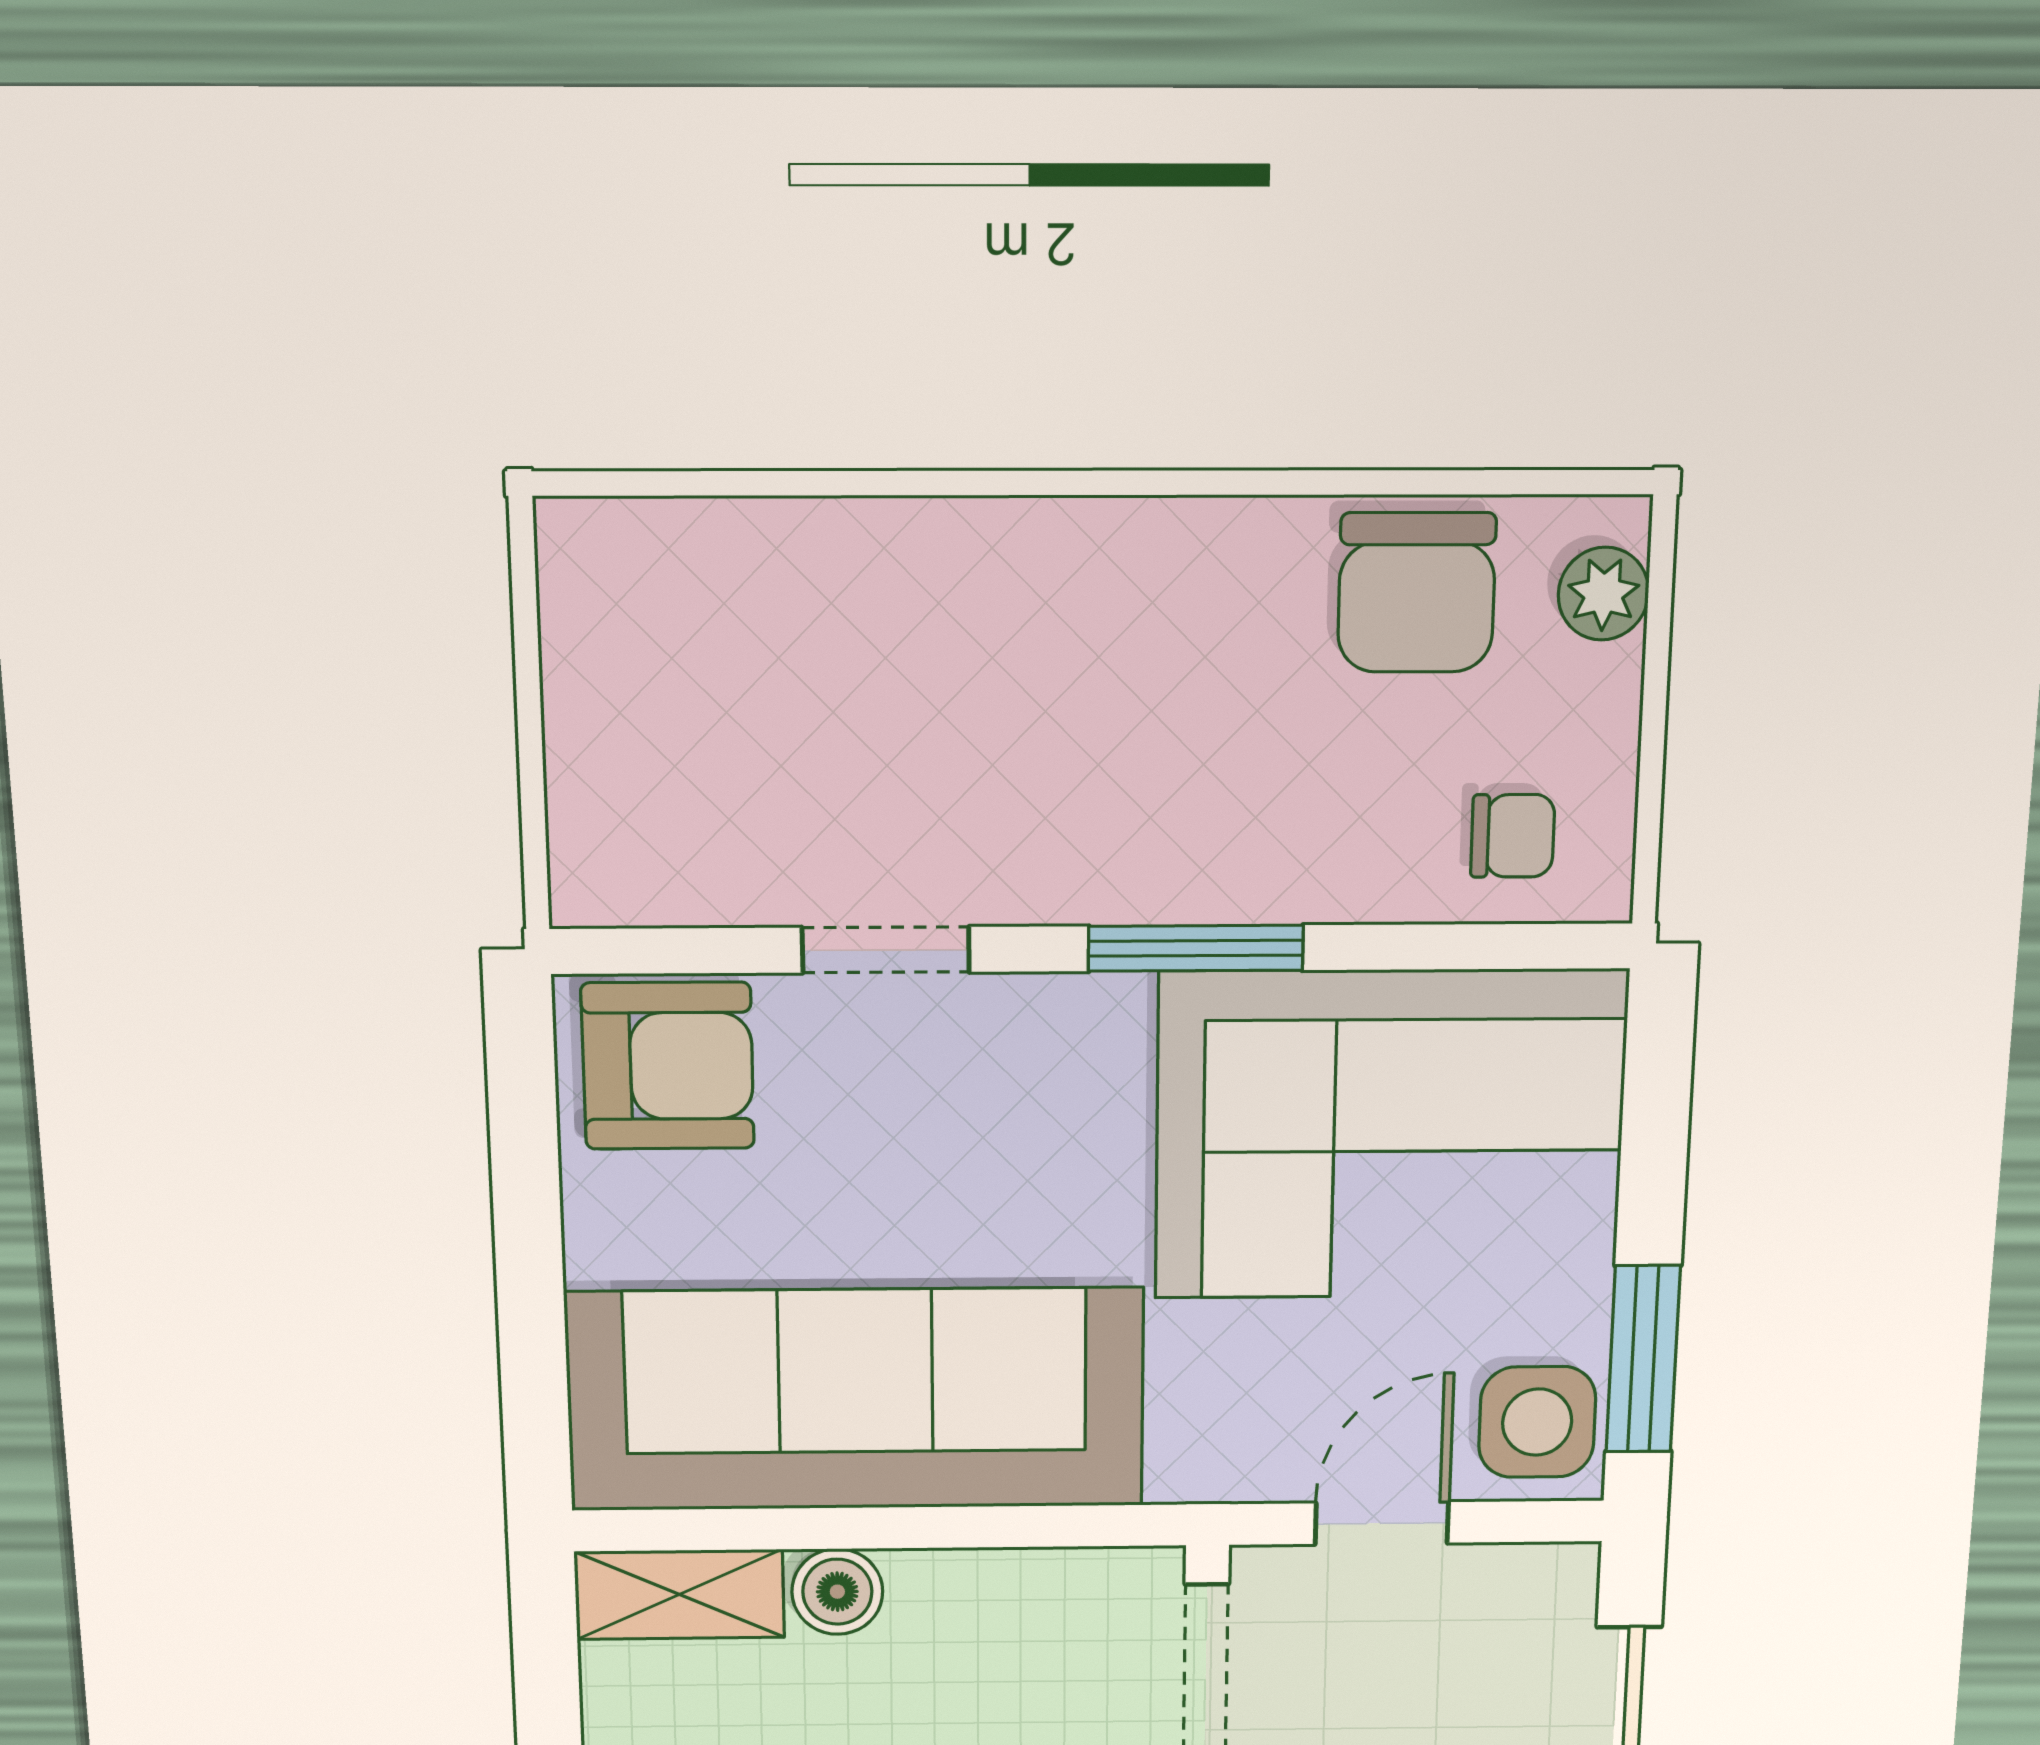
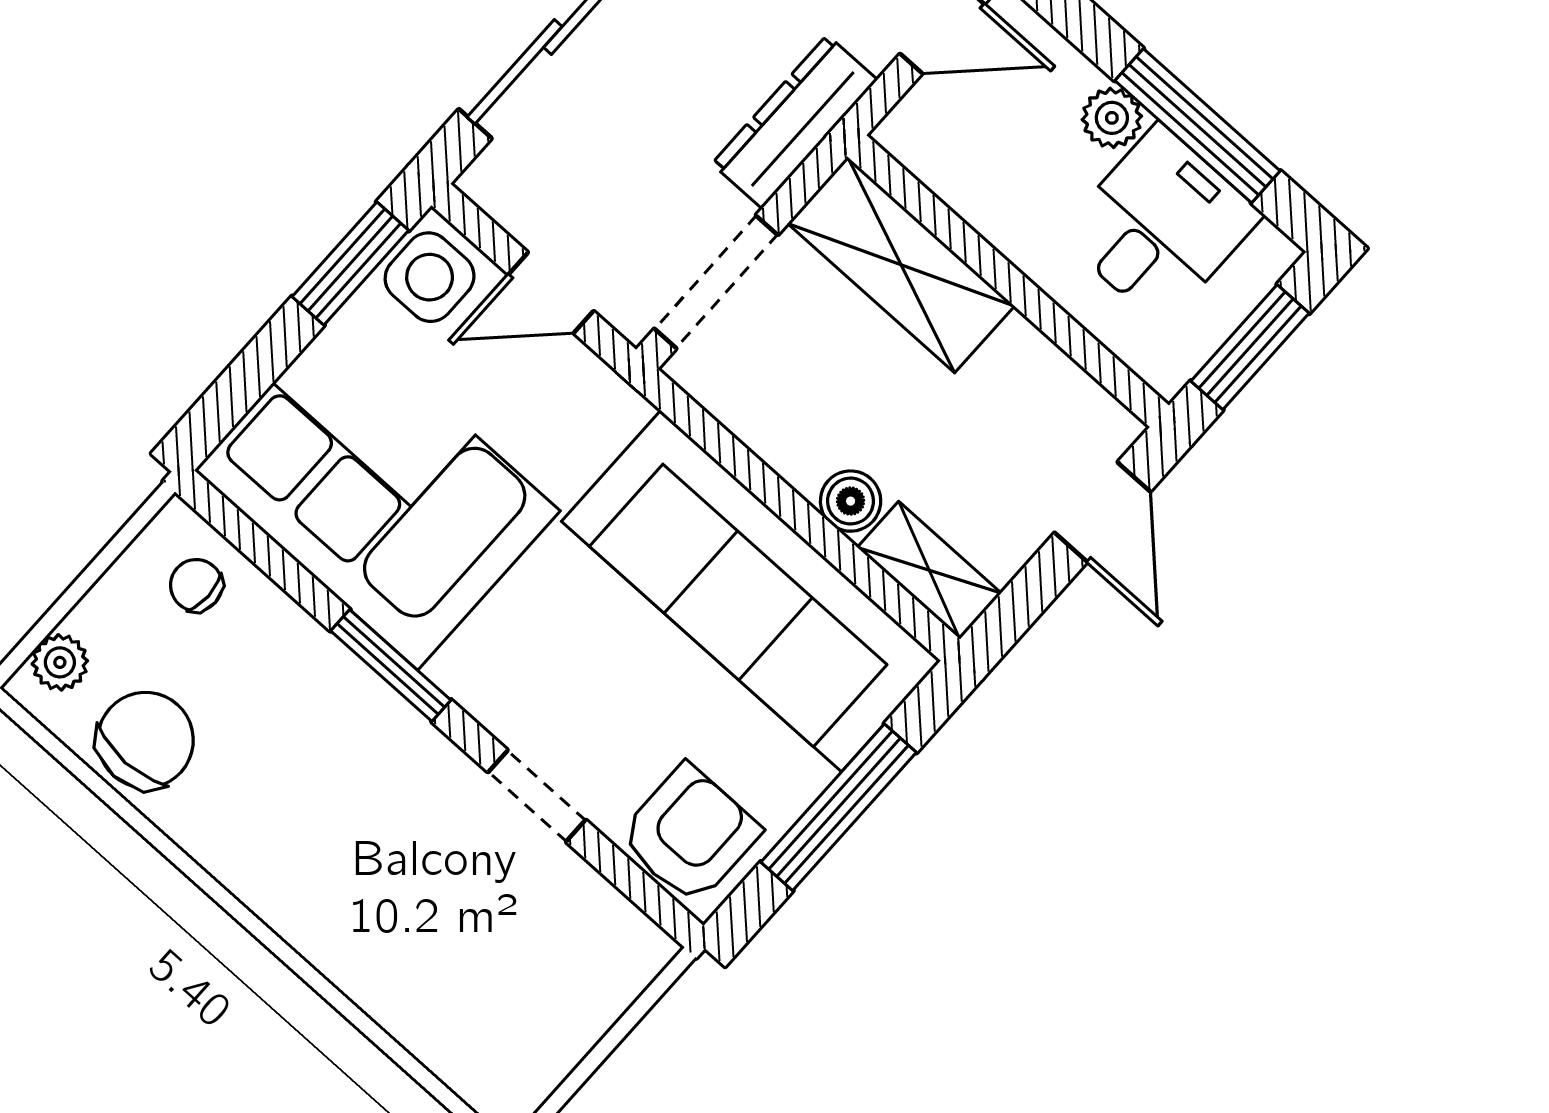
armchair: (668, 1066) -> (690, 834), turned 90
window: (529, 1249) -> (839, 807), added

